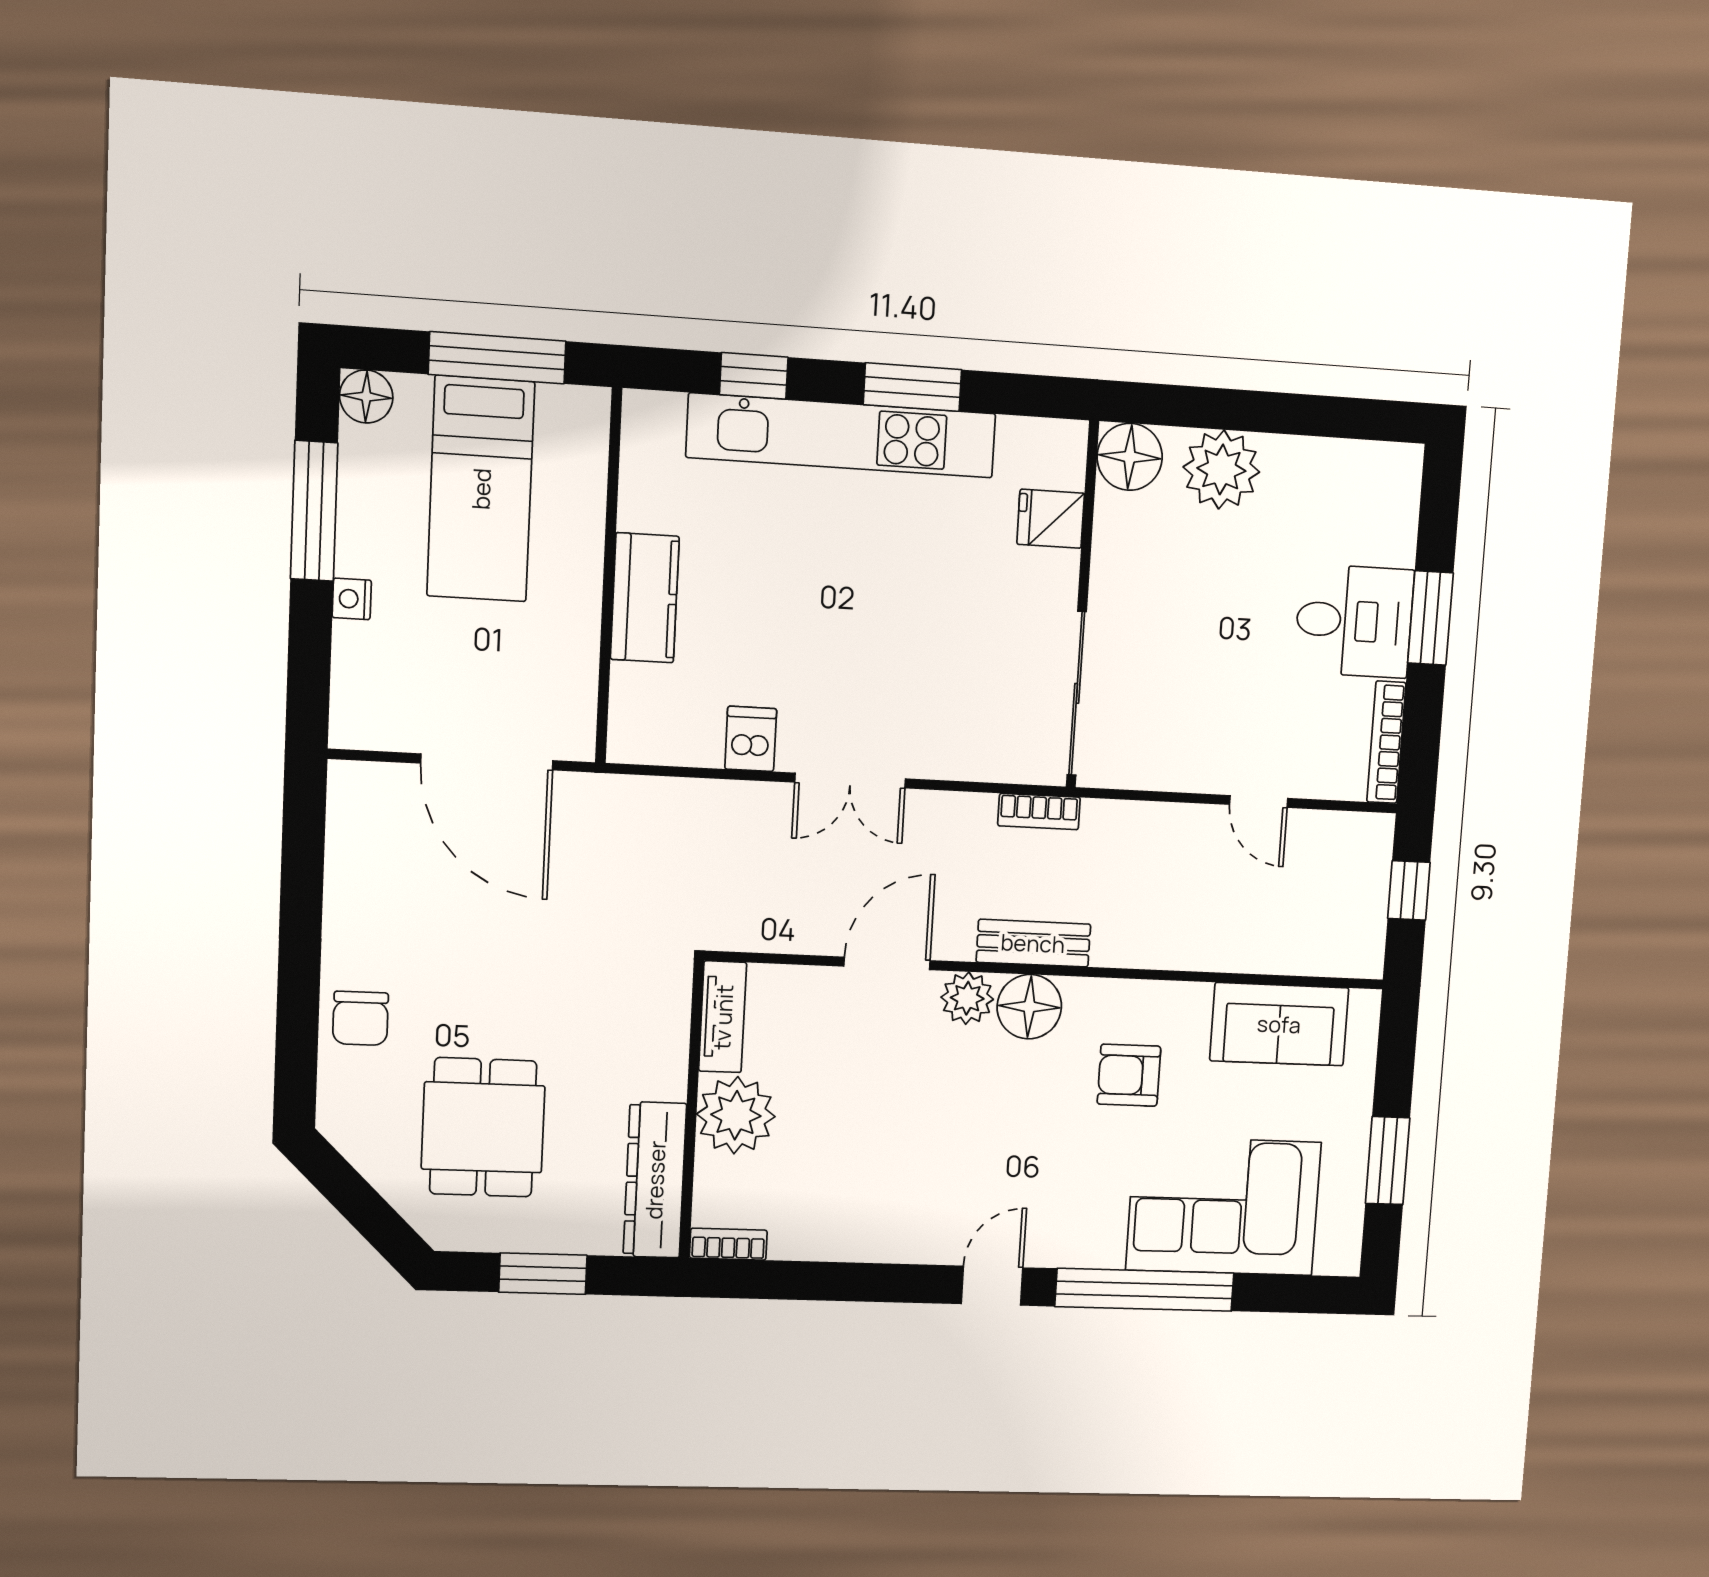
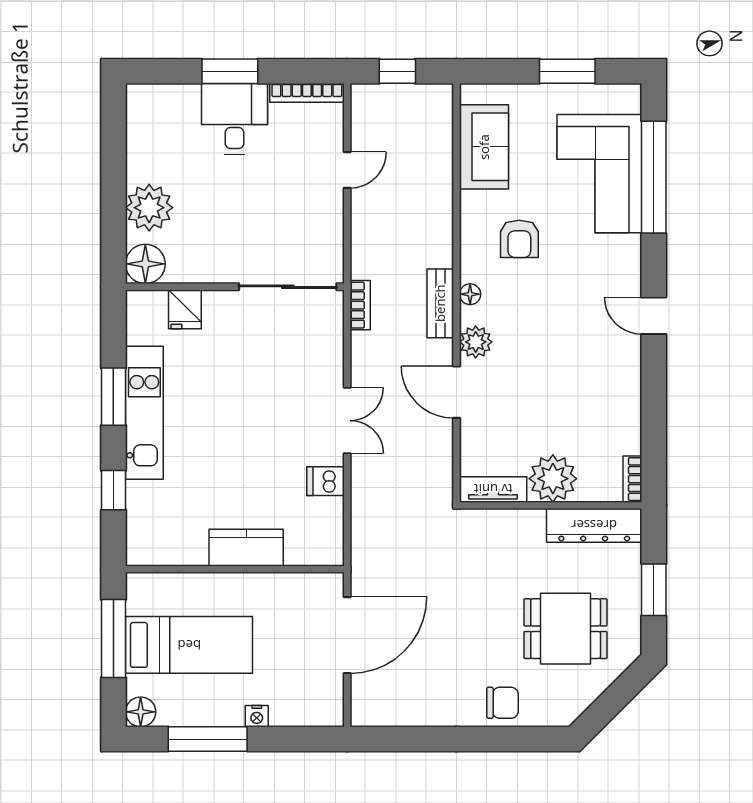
kitchen unit: (841, 435) -> (144, 413), width x0.73
floor lamp: (1029, 1007) -> (470, 294), width x0.53, depth x0.53
window: (1145, 1290) -> (654, 177), moved

